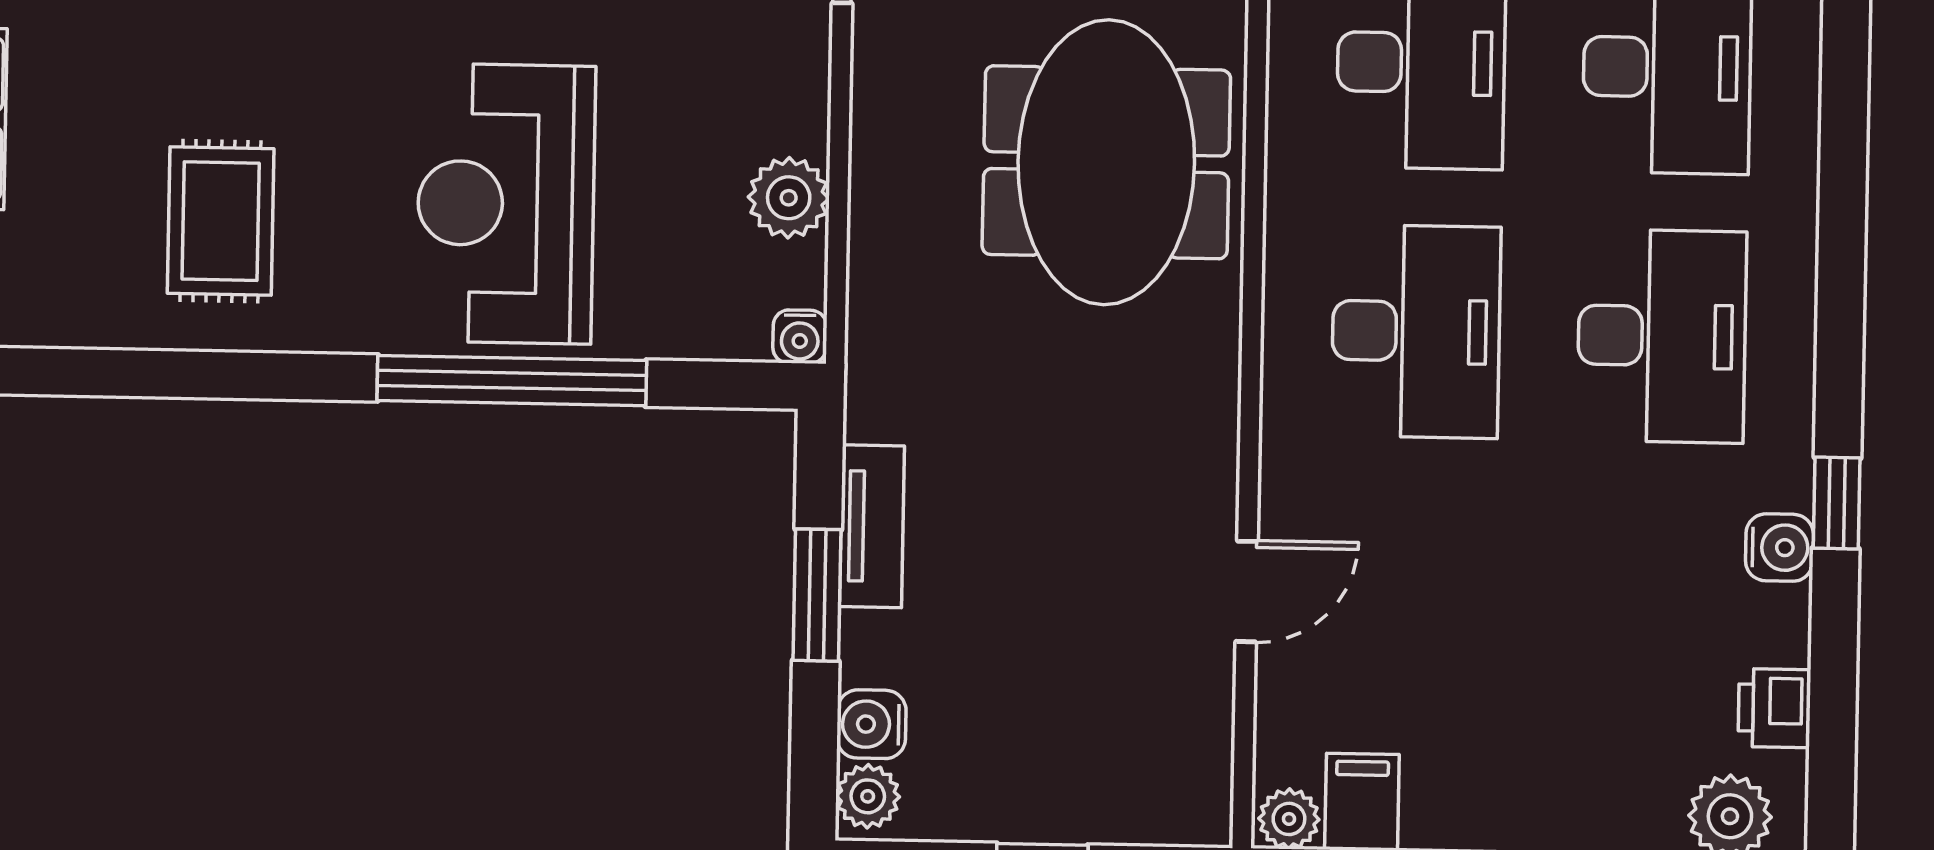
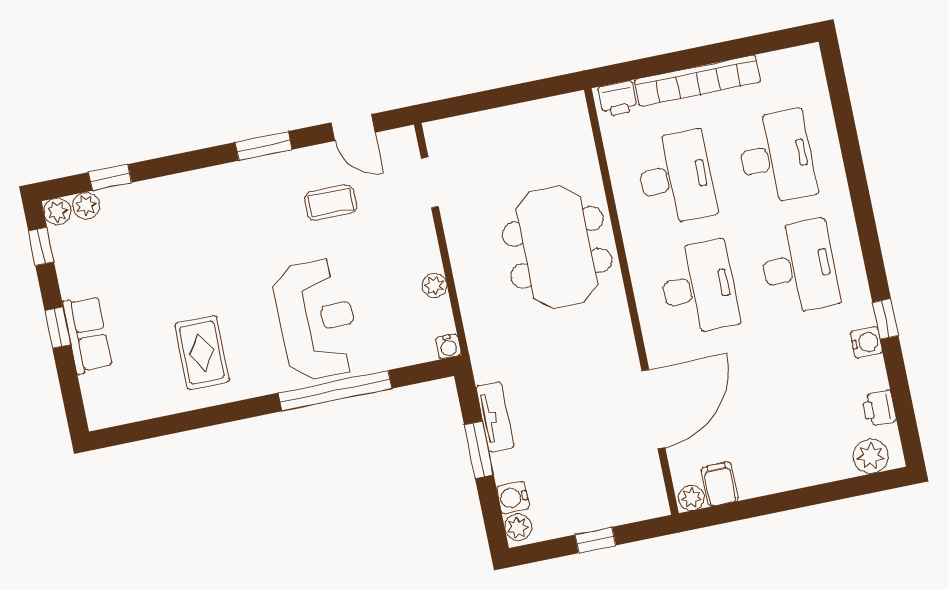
plant: (789, 198) -> (435, 285), width x0.73, depth x0.73
reception desk: (506, 204) -> (316, 319), turned 180
door: (1247, 591) -> (653, 409), width x1.87

